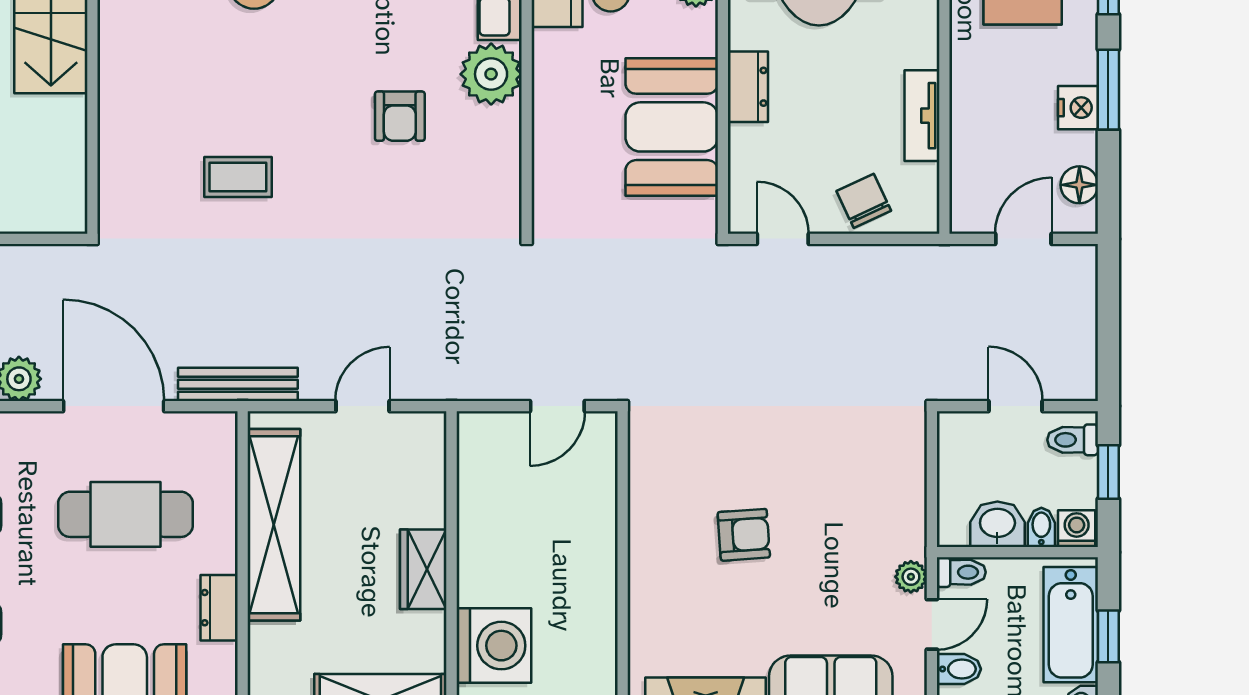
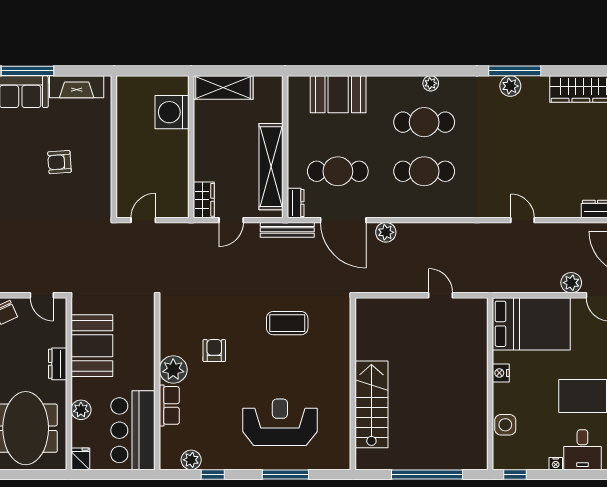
coffee table: (238, 177) -> (287, 323), width x1.36, depth x1.30
wardrobe: (423, 569) -> (204, 200), moved
dresser: (219, 608) -> (296, 203), moved

